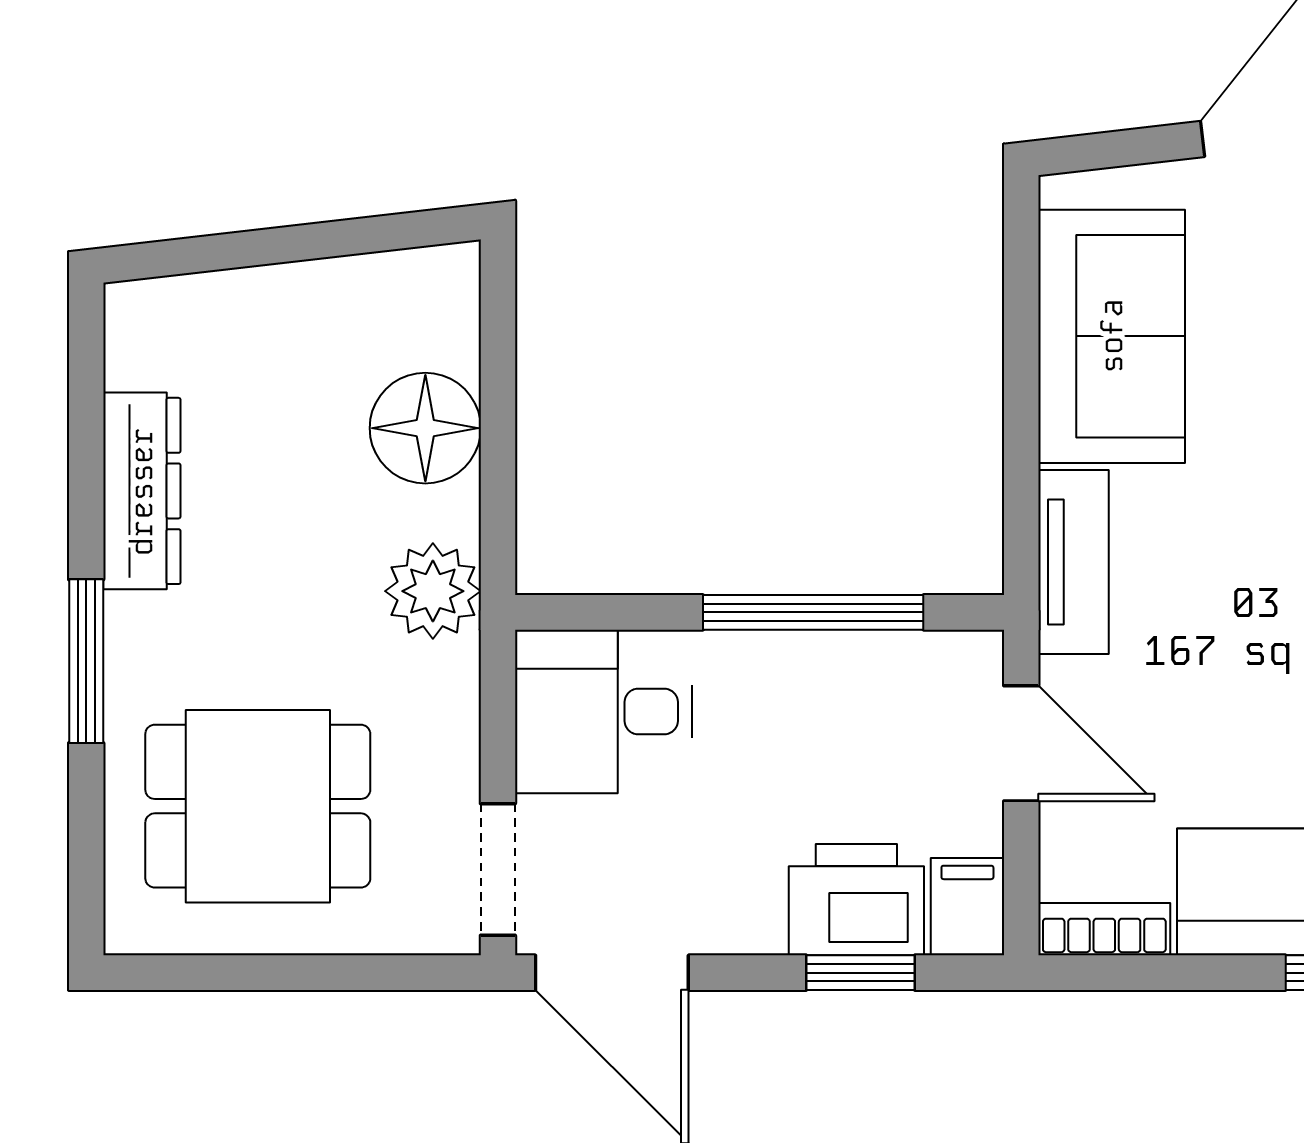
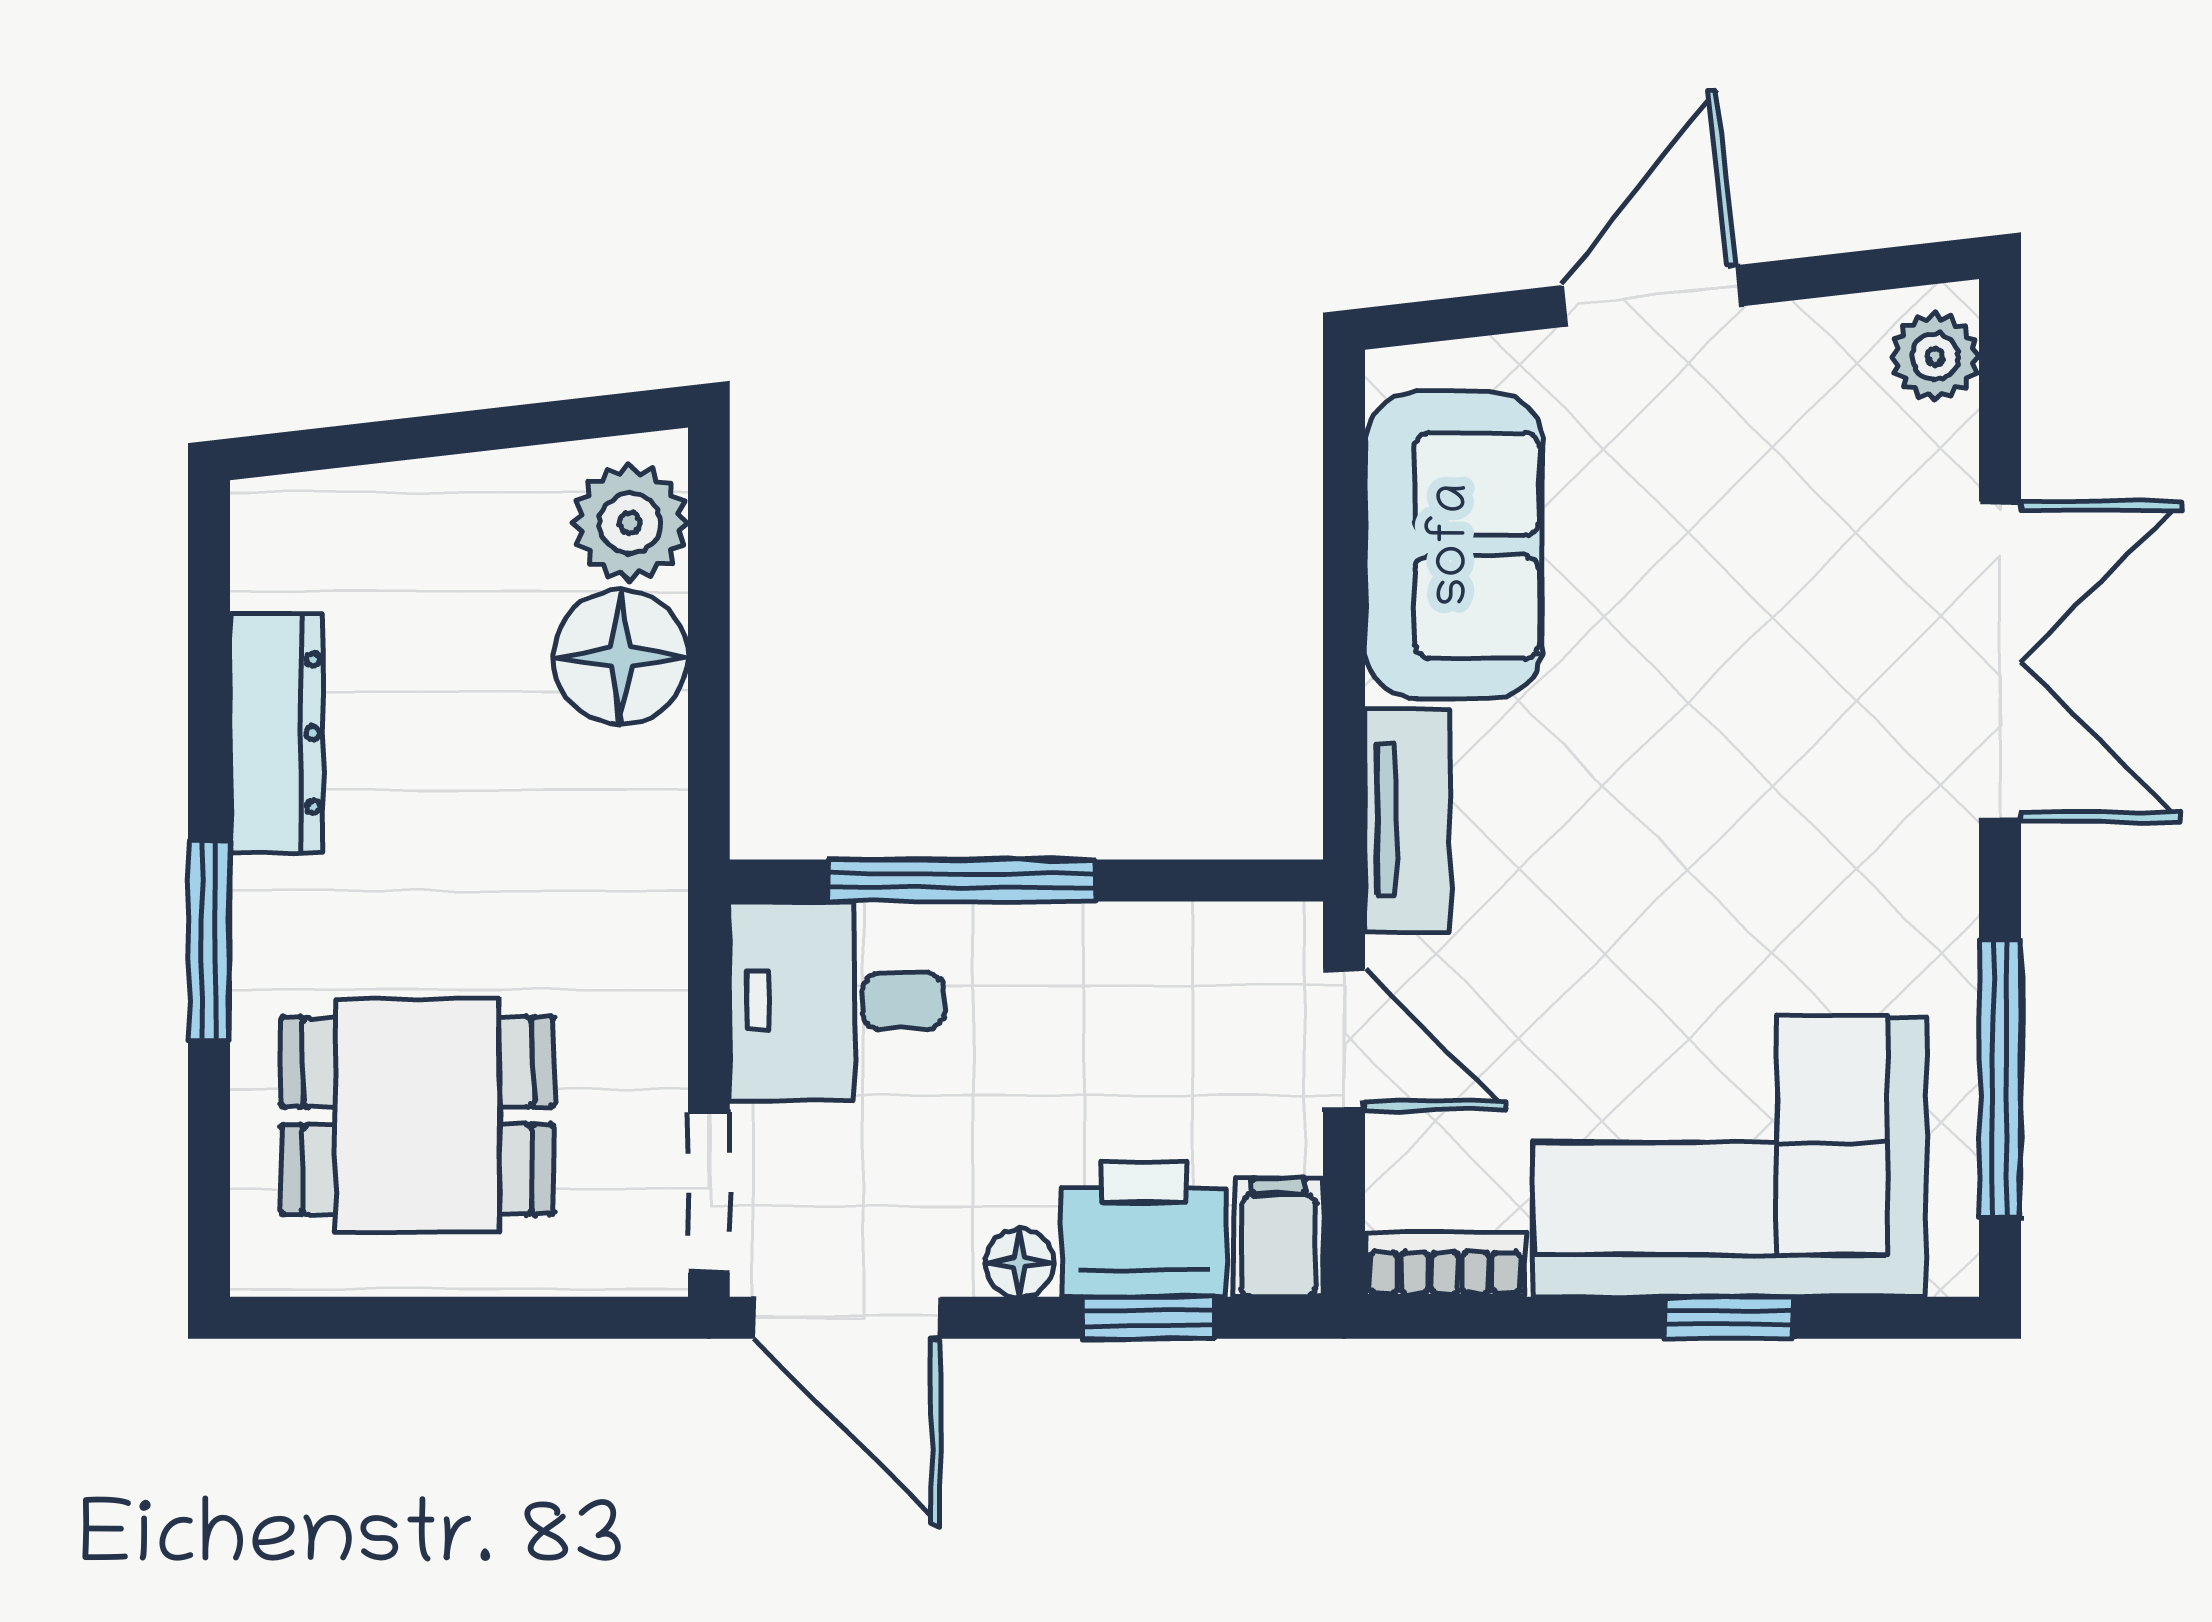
plant: (433, 591) -> (630, 523), moved
window: (813, 612) -> (962, 880), moved
floor lamp: (754, 927) -> (1020, 1263), added

